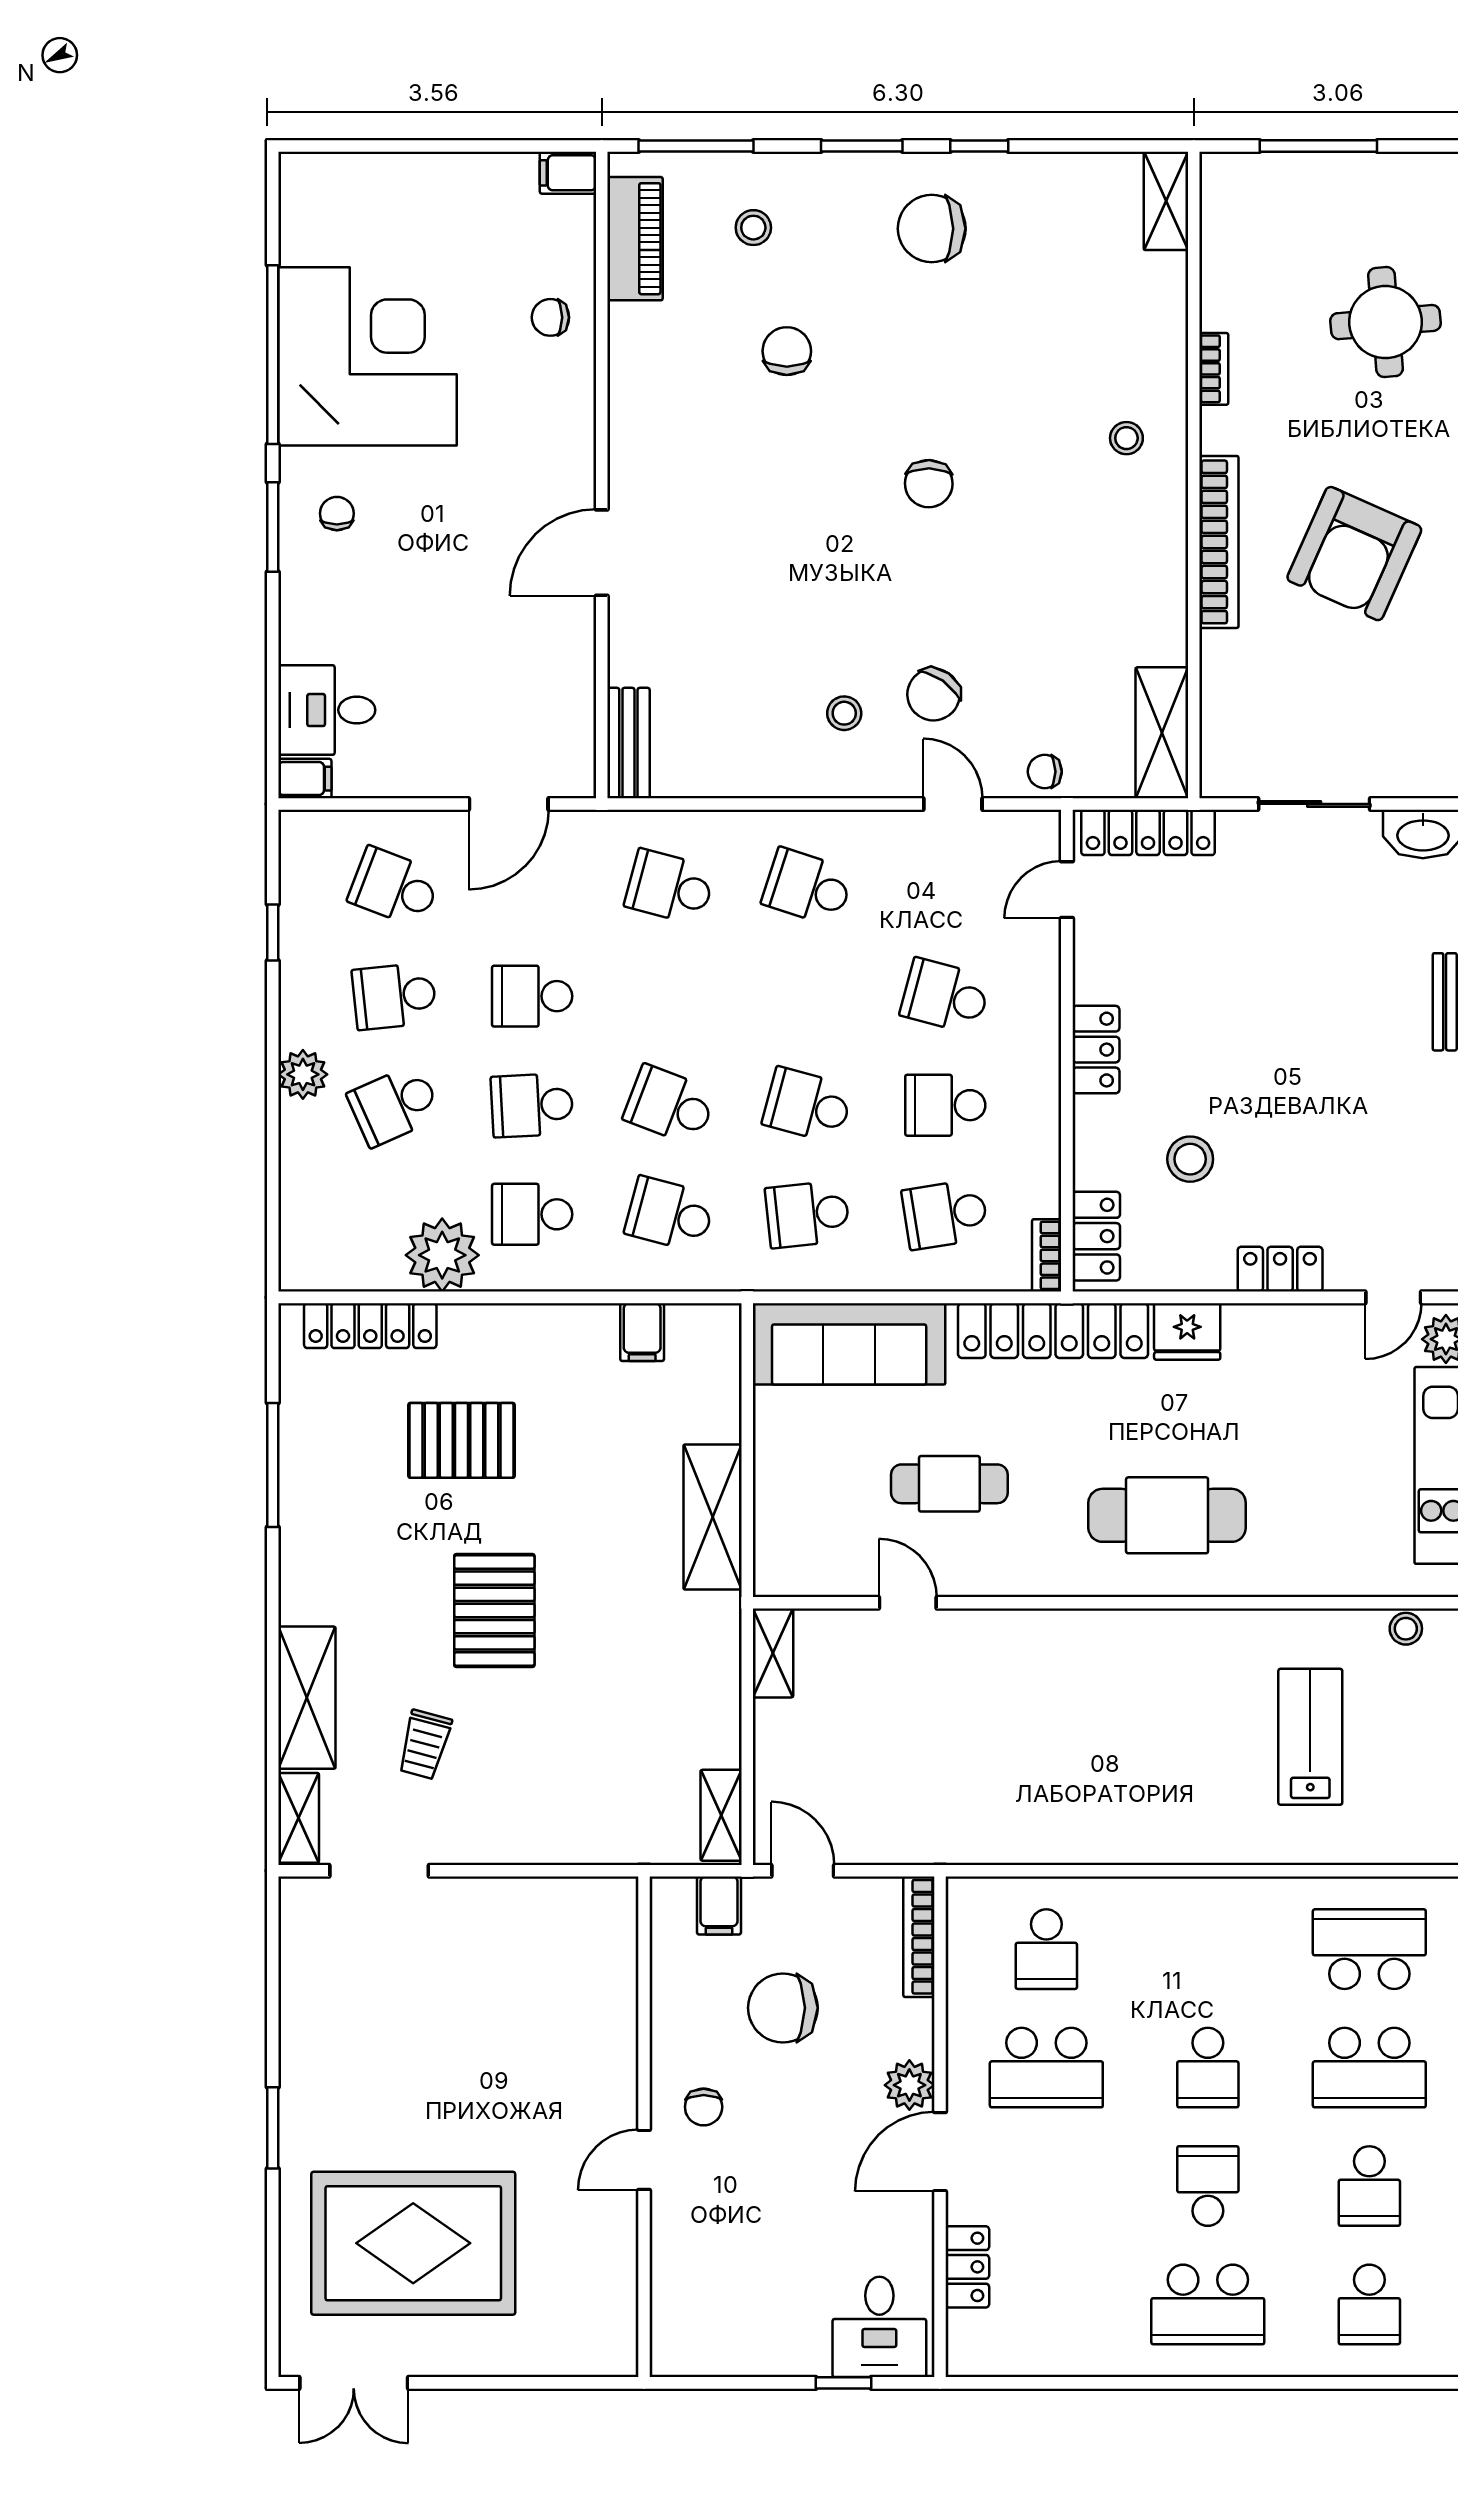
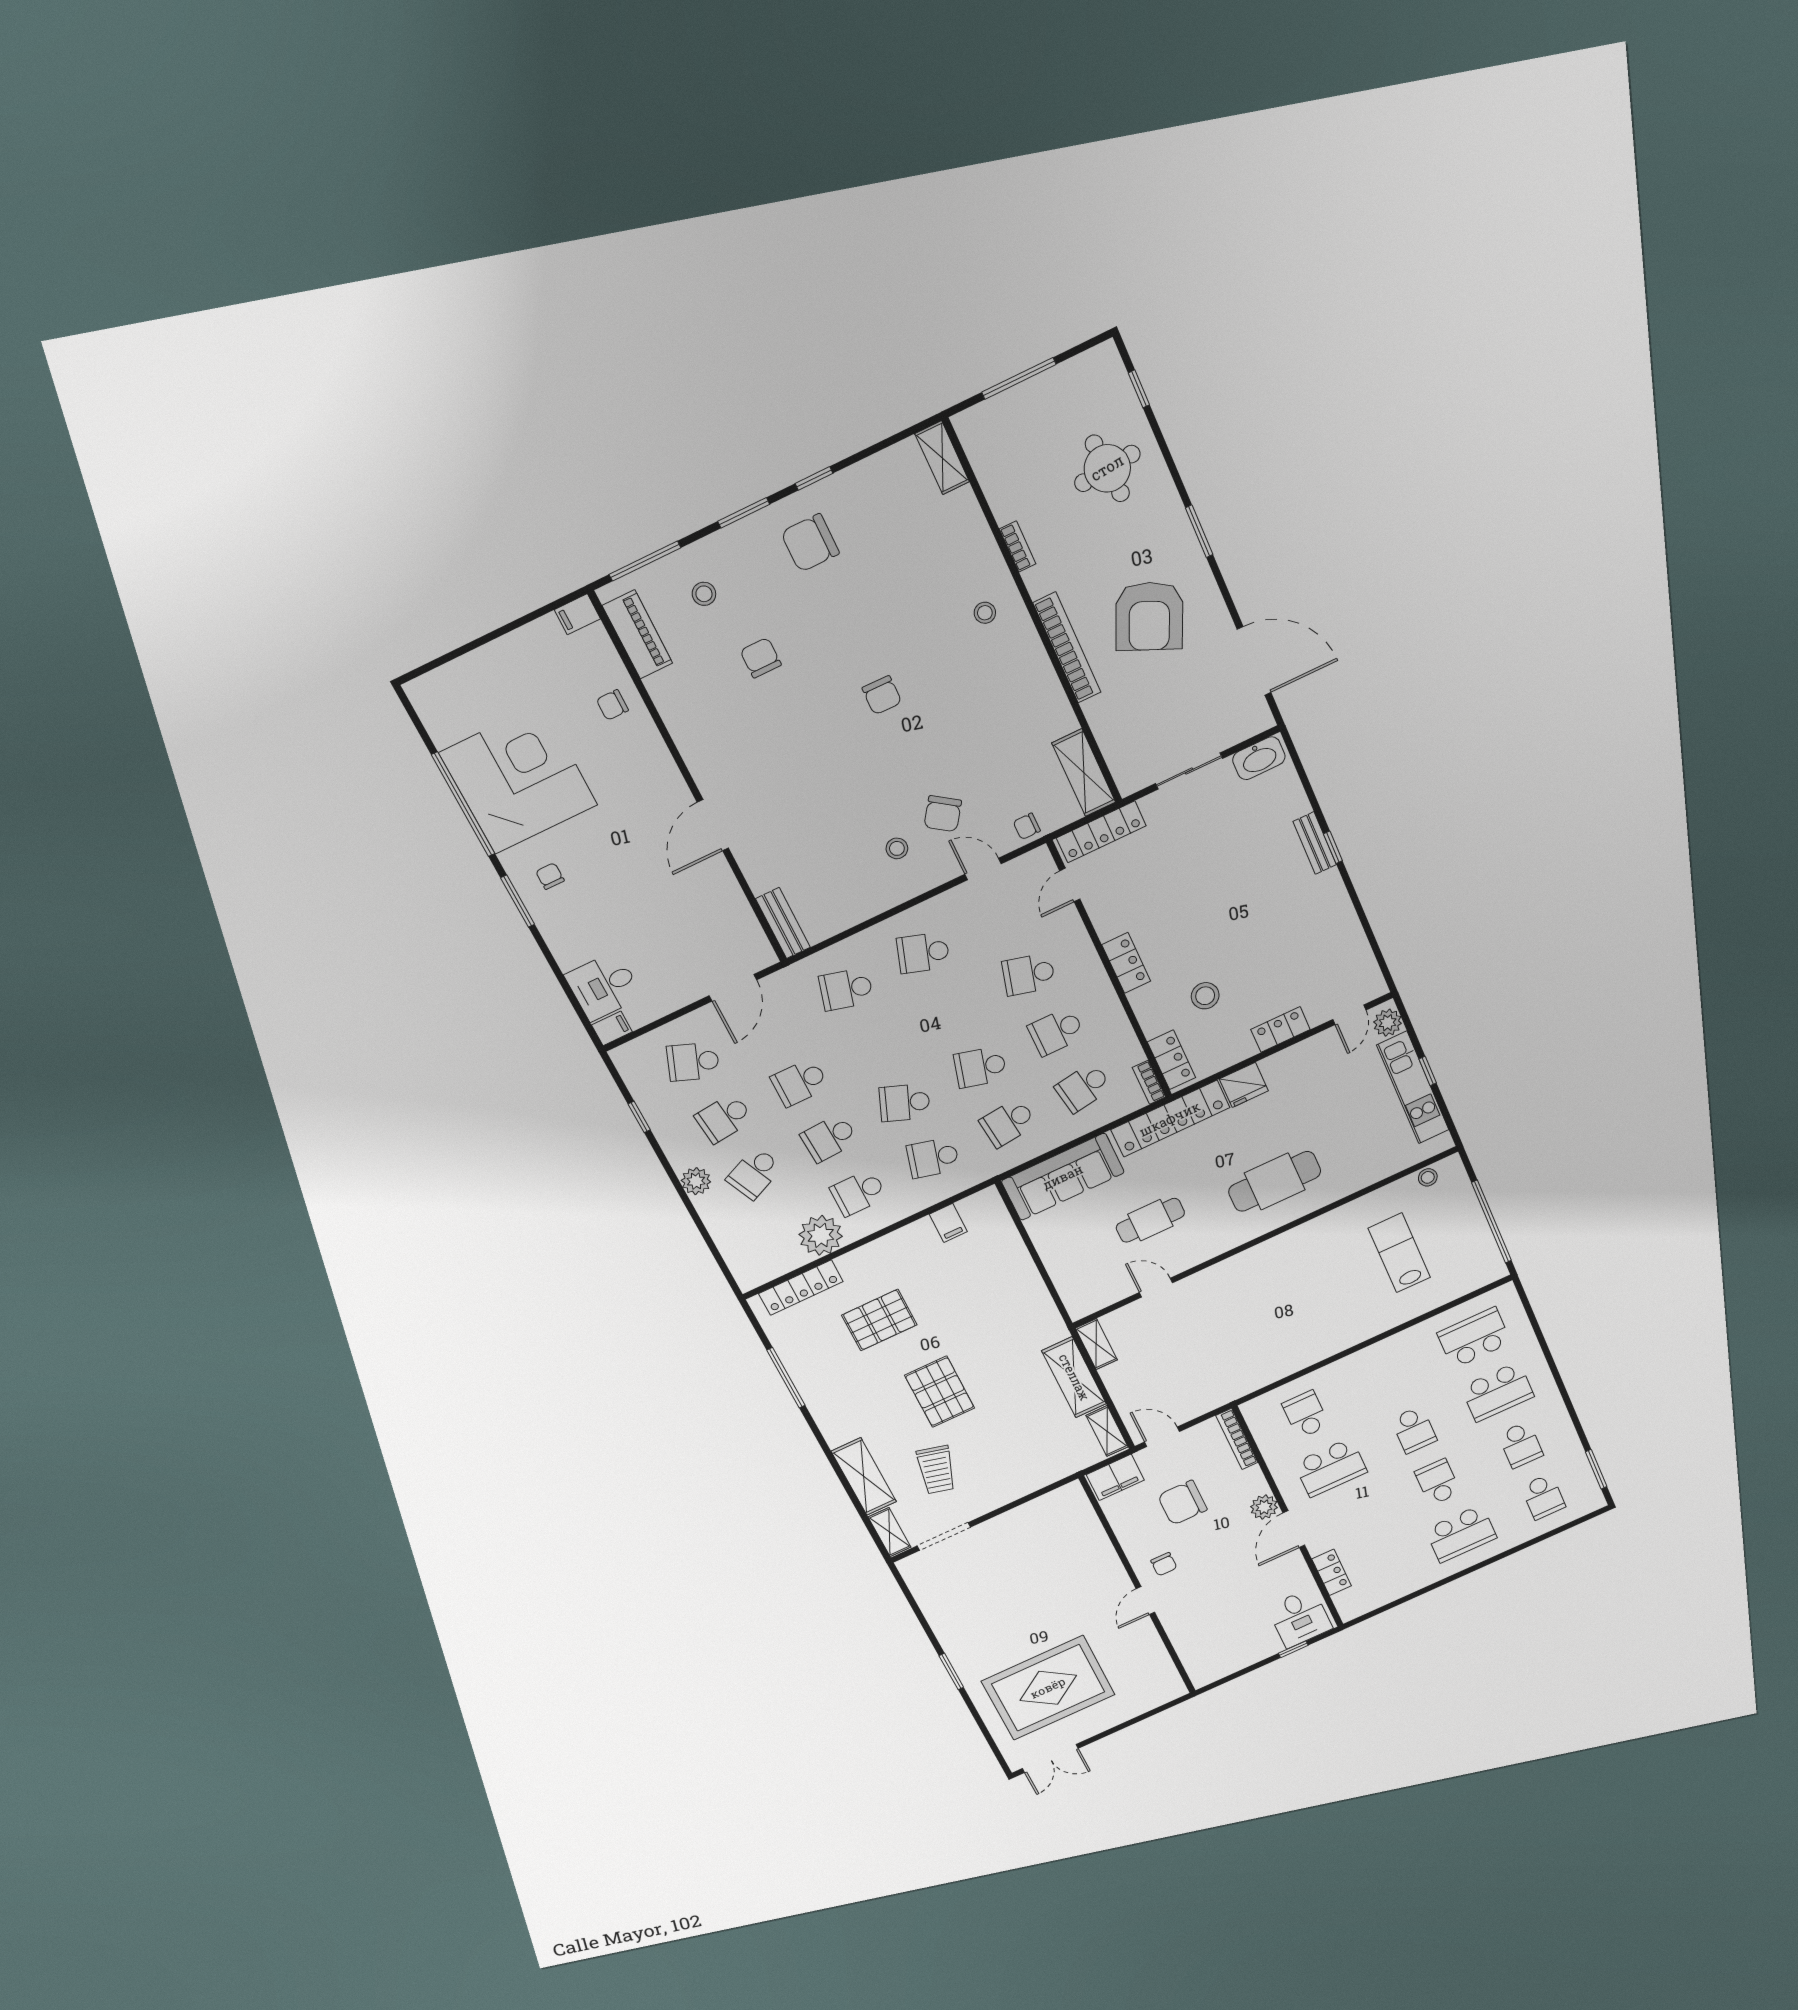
shelving: (713, 1517) -> (1074, 1377), moved
trolley: (424, 1745) -> (936, 1470), width x1.36, depth x1.39
filing cabinet: (719, 1905) -> (1115, 1477), width x2.00
school desk: (1046, 1949) -> (1306, 1415), turned 180

